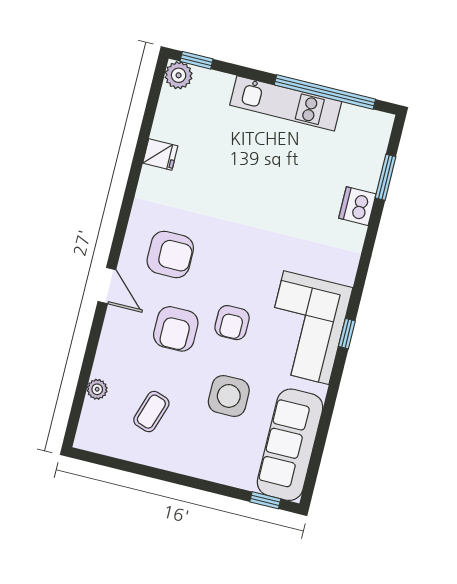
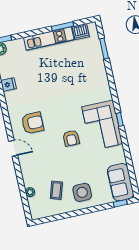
window: (325, 92) -> (62, 26), width x0.47
dishwasher: (357, 206) -> (81, 32), moved, turned -90
armchair: (176, 329) -> (50, 152), removed
side table: (229, 396) -> (82, 192), moved
sofa: (290, 445) -> (121, 182), width x0.73

